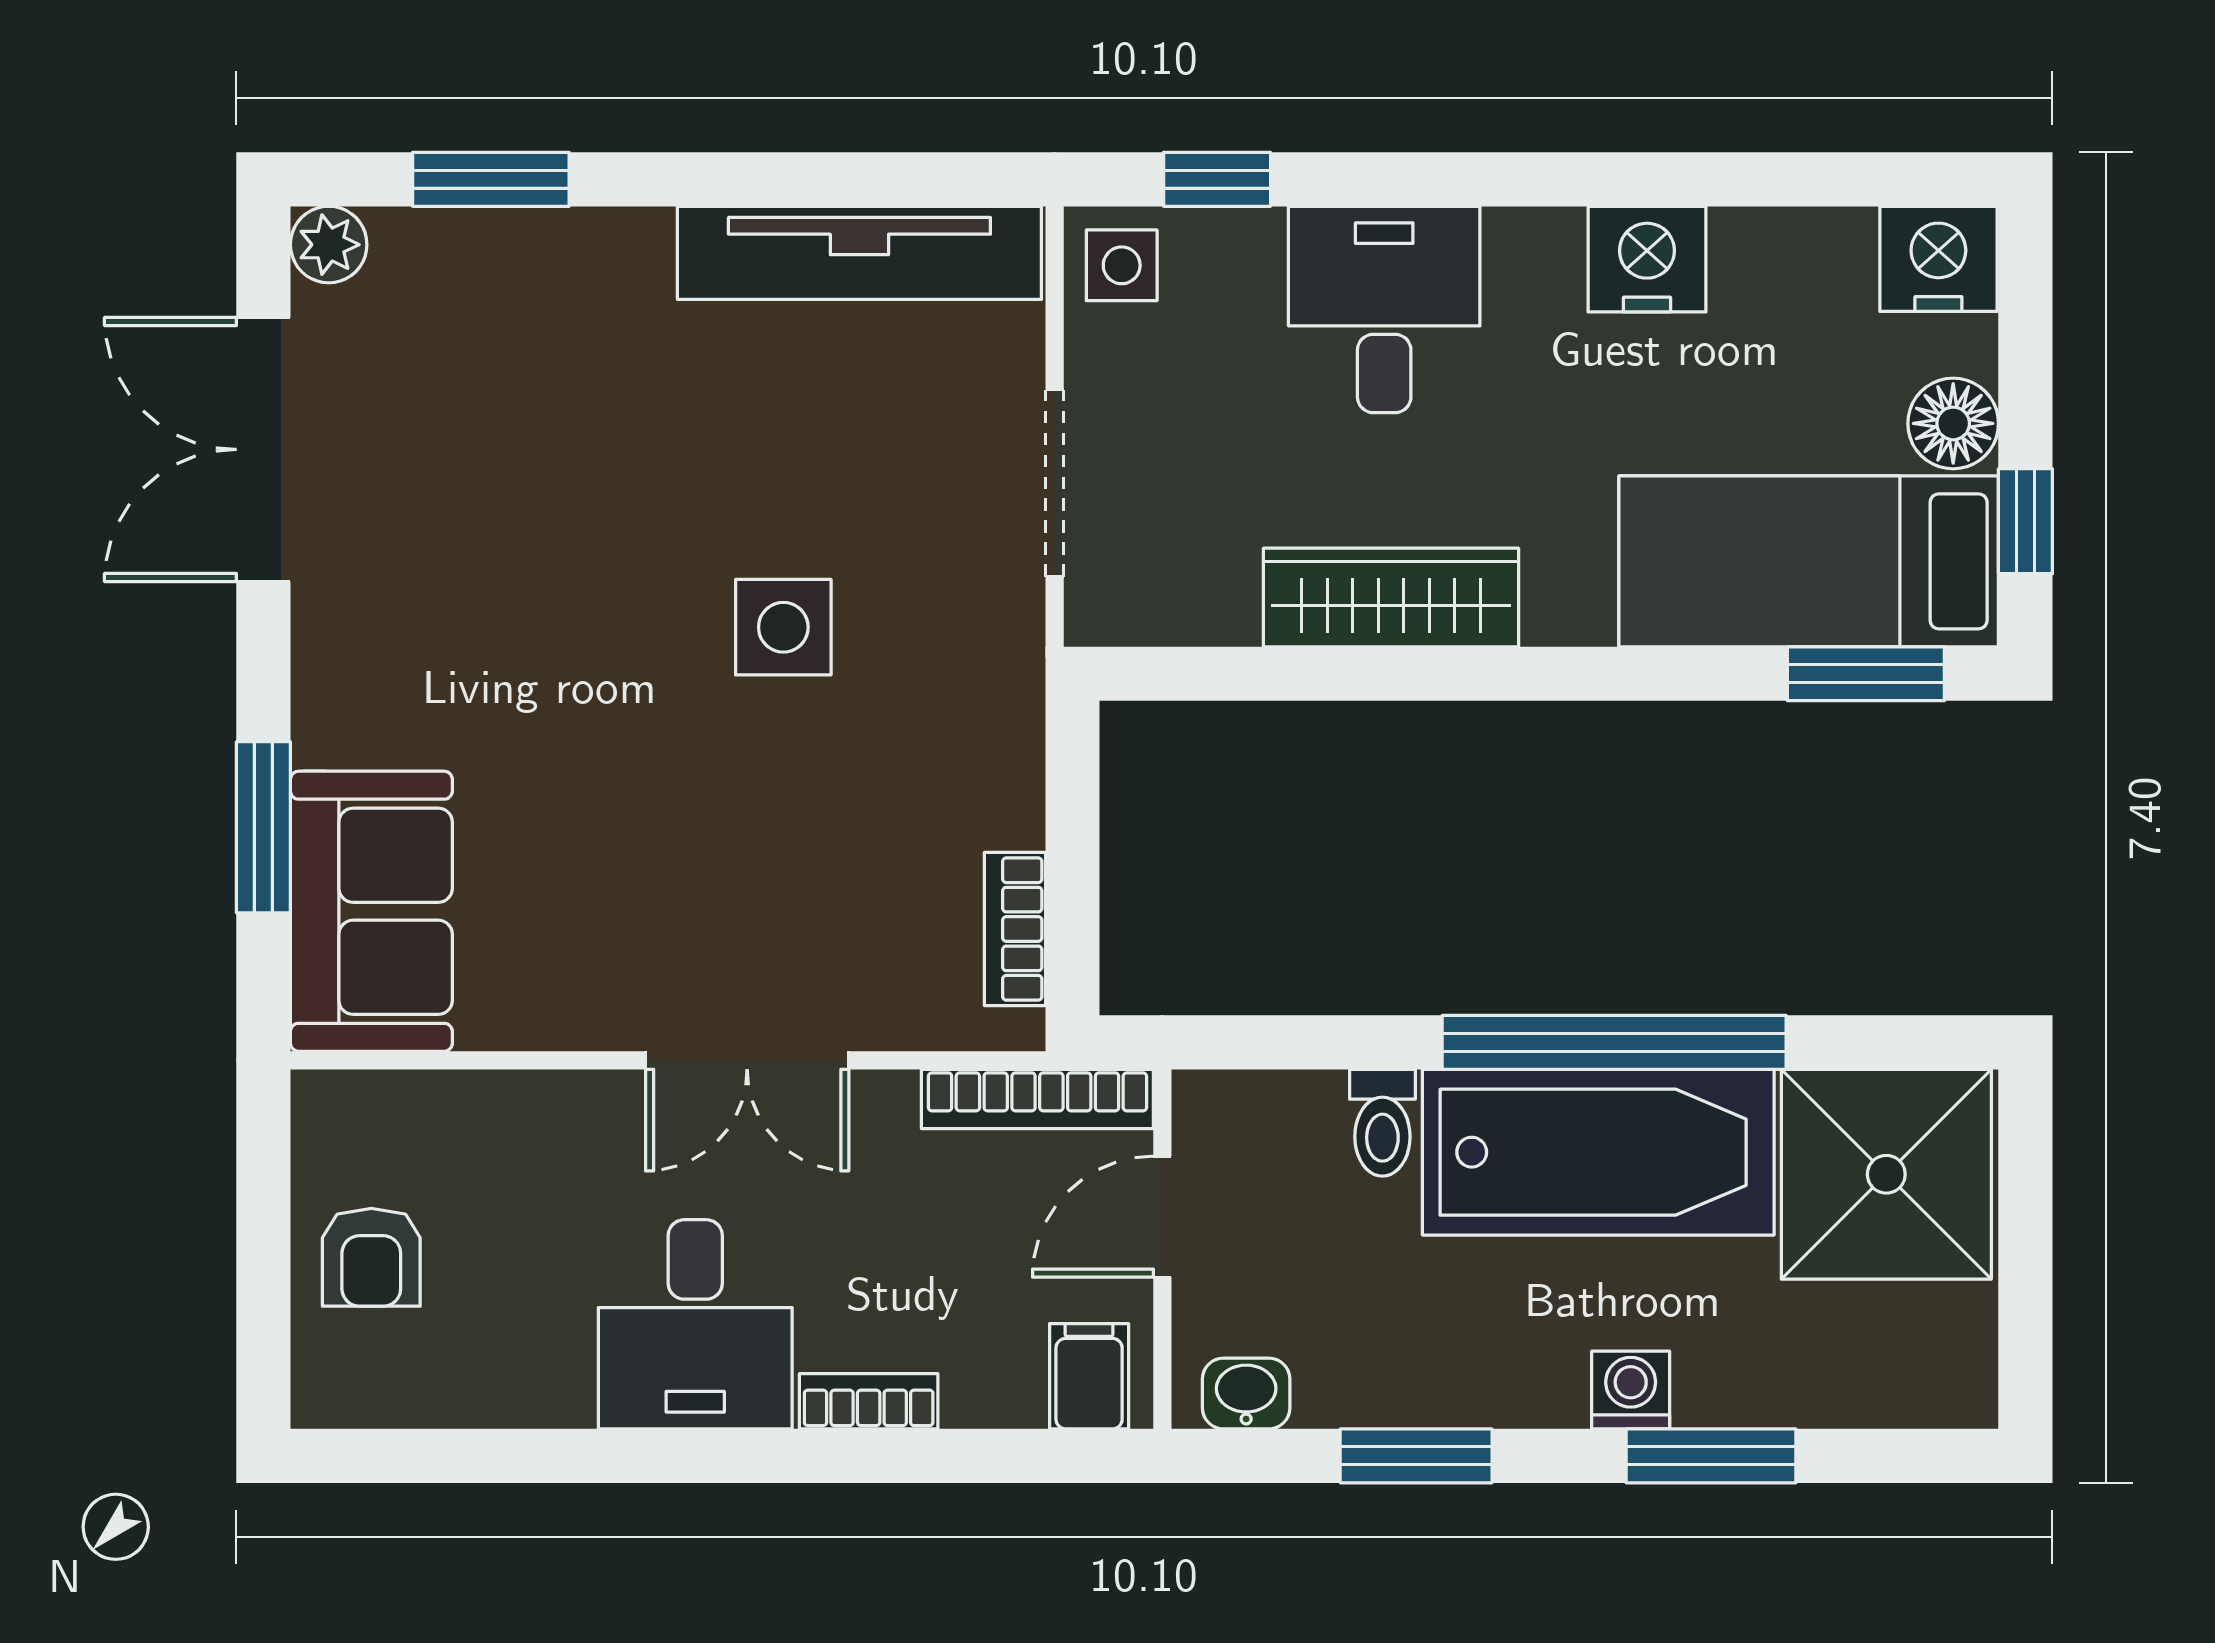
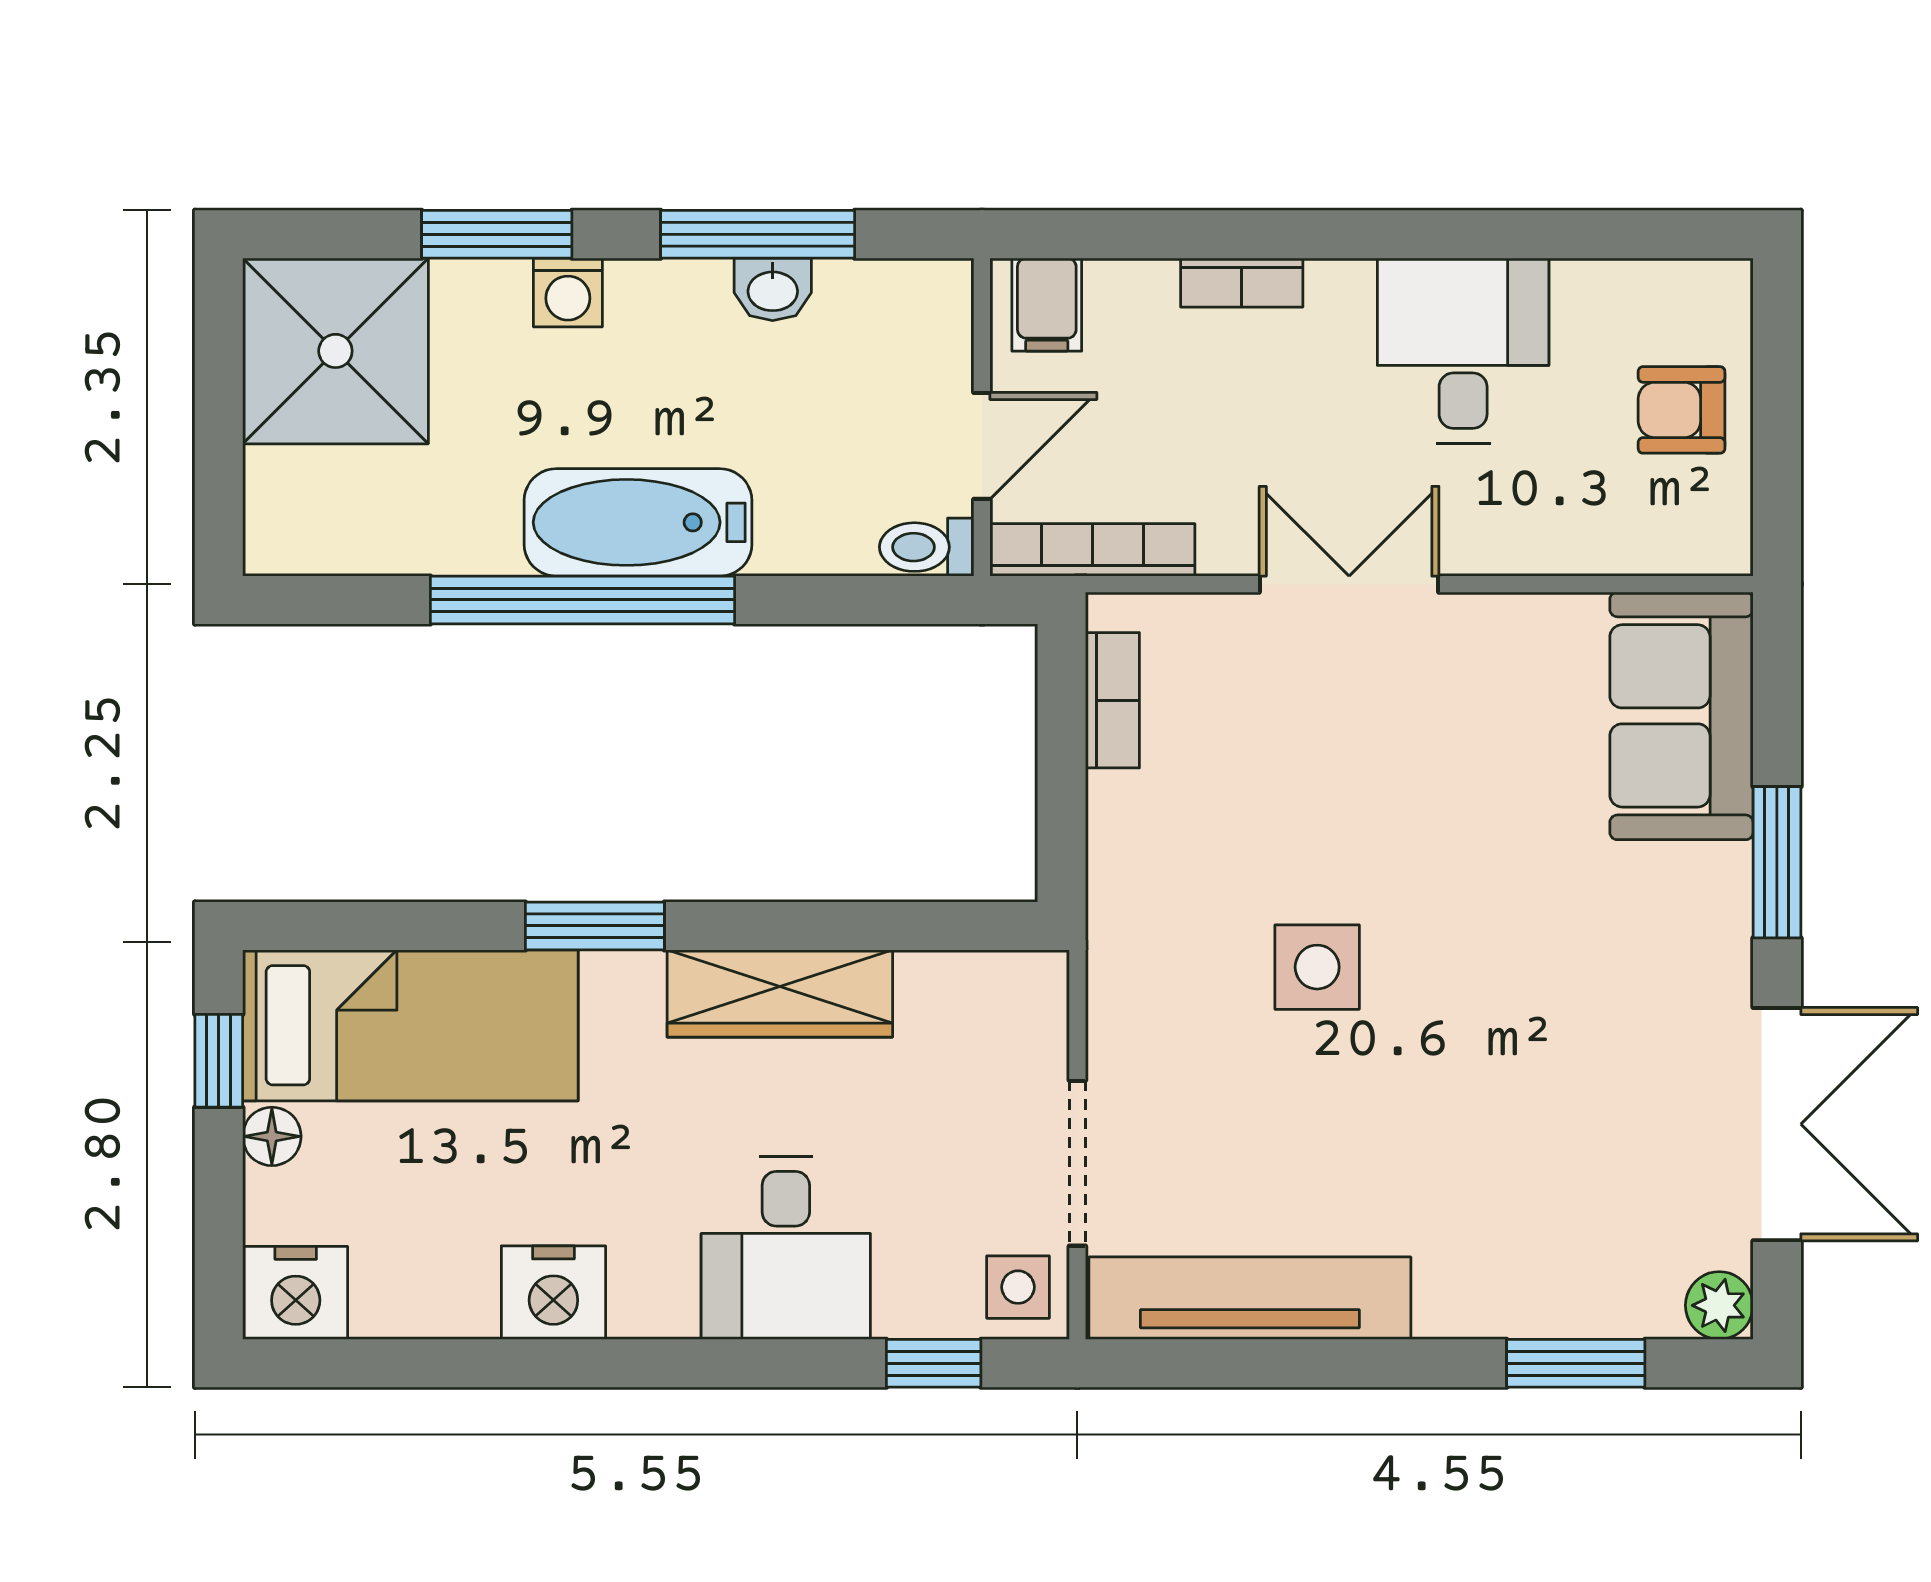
floor lamp: (1953, 423) -> (272, 1136), width x0.73, depth x0.73
doorway: (1055, 483) -> (1077, 1163), moved
window: (1866, 674) -> (595, 926), moved
window: (263, 827) -> (1777, 862), moved
toilet: (1382, 1123) -> (927, 547), moved, turned -90
bathtub: (1598, 1152) -> (638, 522), width x0.73, depth x0.73
shower: (1886, 1174) -> (335, 351), moved
armchair: (371, 1257) -> (1682, 410), turned -90
desk: (695, 1324) -> (1463, 351), moved
washbasin: (1246, 1394) -> (773, 289), moved
window: (1416, 1456) -> (758, 234), width x1.44

